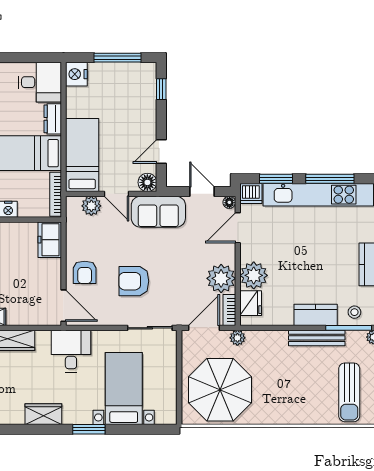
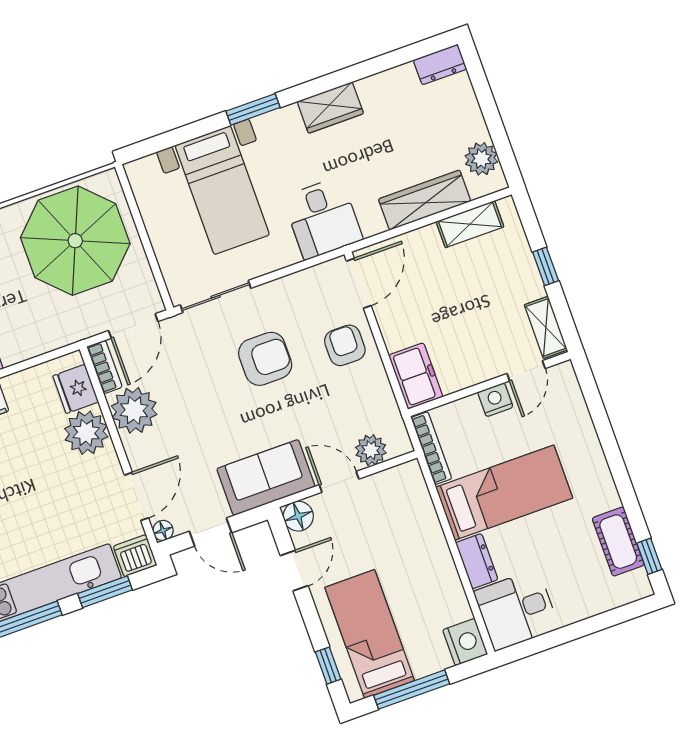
bed: (82, 155) -> (370, 634), moved, turned 180
door: (63, 306) -> (359, 283), swing flipped
plant: (237, 338) -> (77, 329), removed

